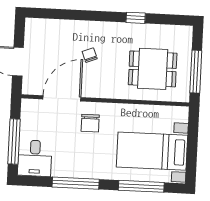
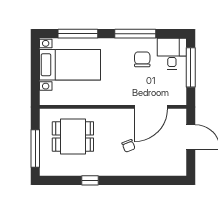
window: (196, 72) -> (35, 148), moved
chair: (90, 123) -> (142, 59), moved

